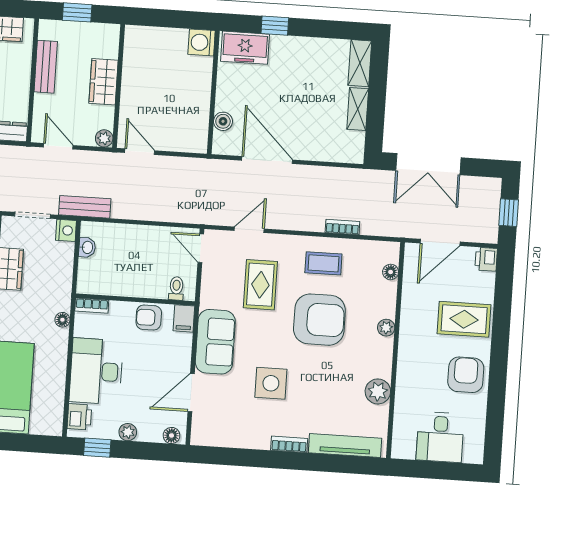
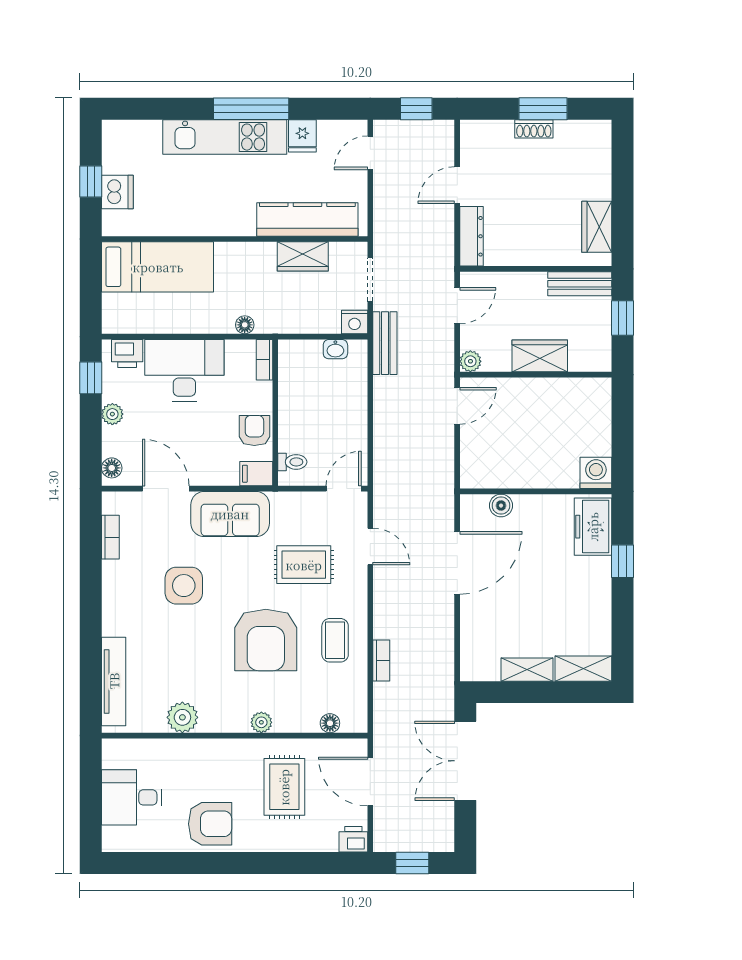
bench: (46, 67) -> (580, 284), moved
rug: (464, 319) -> (284, 787), moved
bookcase: (289, 444) -> (110, 537), moved

